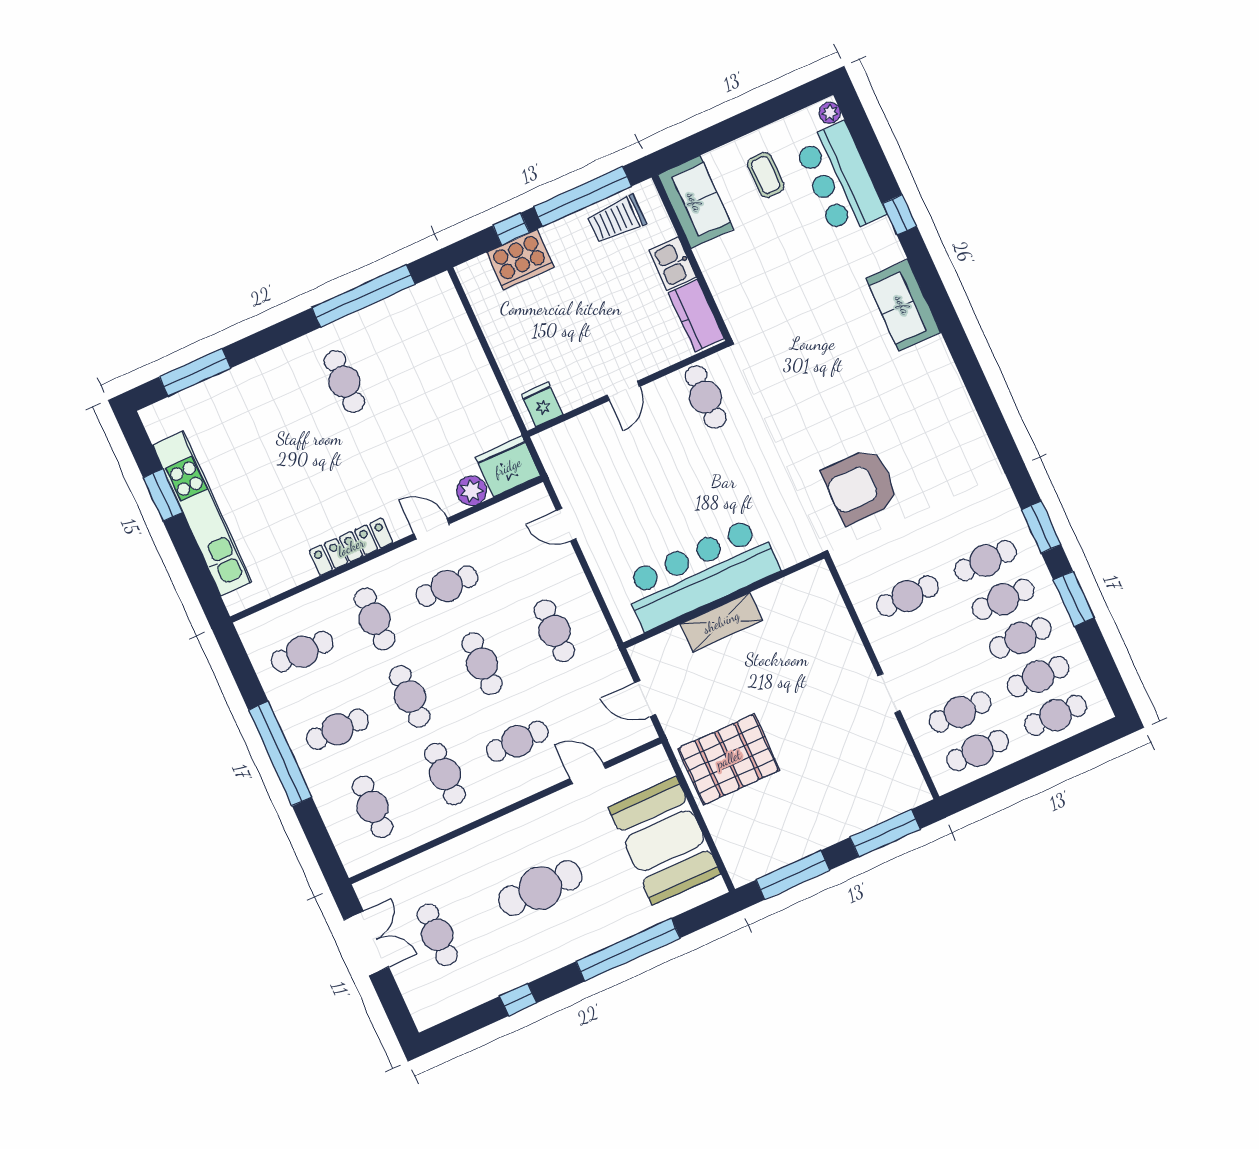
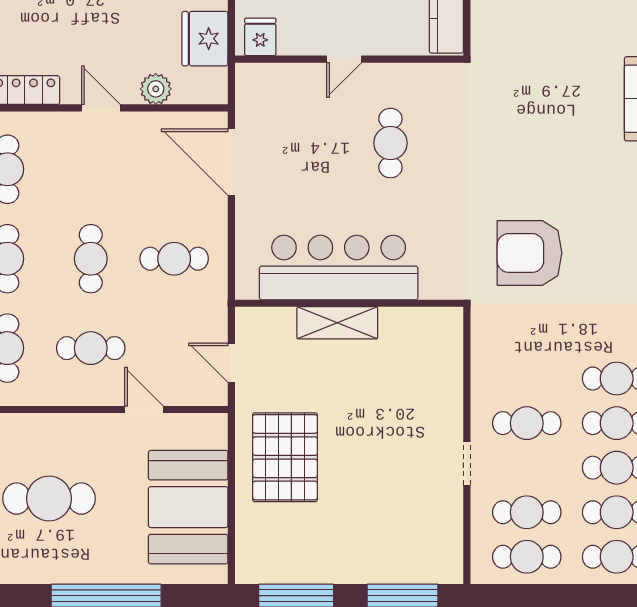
cafe table: (705, 397) -> (390, 143), moved
fridge: (508, 467) -> (205, 39), moved, turned -90
door: (566, 525) -> (231, 162), width x1.87
cafe table: (447, 586) -> (91, 169), removed
cafe table: (907, 596) -> (527, 423), moved
cafe table: (554, 631) -> (174, 259), turned 90
pallet: (729, 759) -> (285, 457), turned 90

